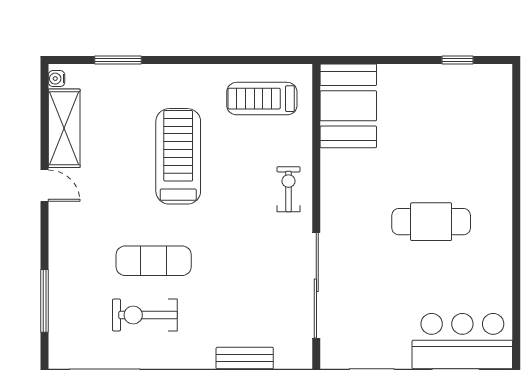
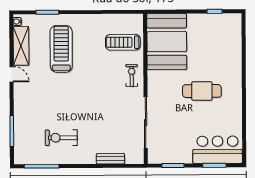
treadmill: (262, 99) -> (123, 42), moved
booth: (348, 106) -> (167, 42), width x1.36, depth x1.42
treadmill: (178, 156) -> (61, 49), moved
exercise mat: (154, 261) -> (65, 111), removed

